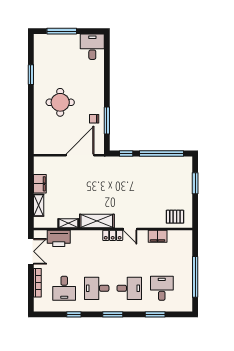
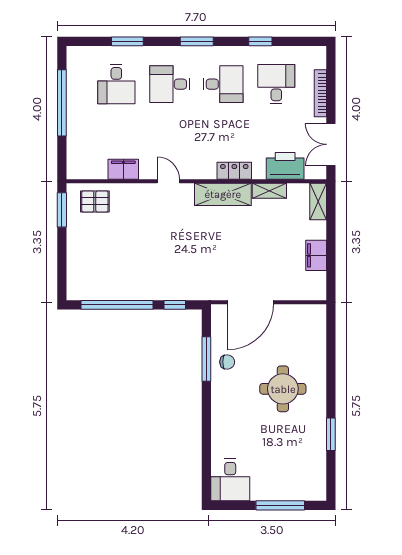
window: (195, 183) -> (62, 210), moved
shelving: (39, 205) -> (318, 201), moved
locker: (113, 235) -> (234, 171), moved

